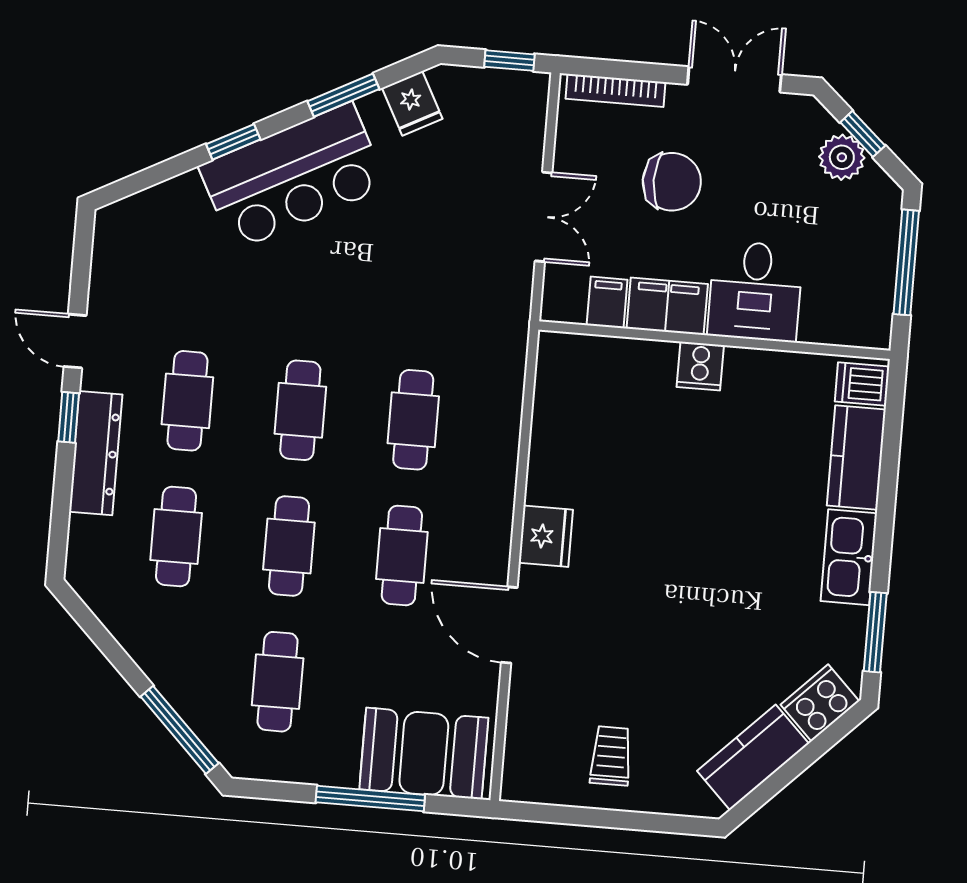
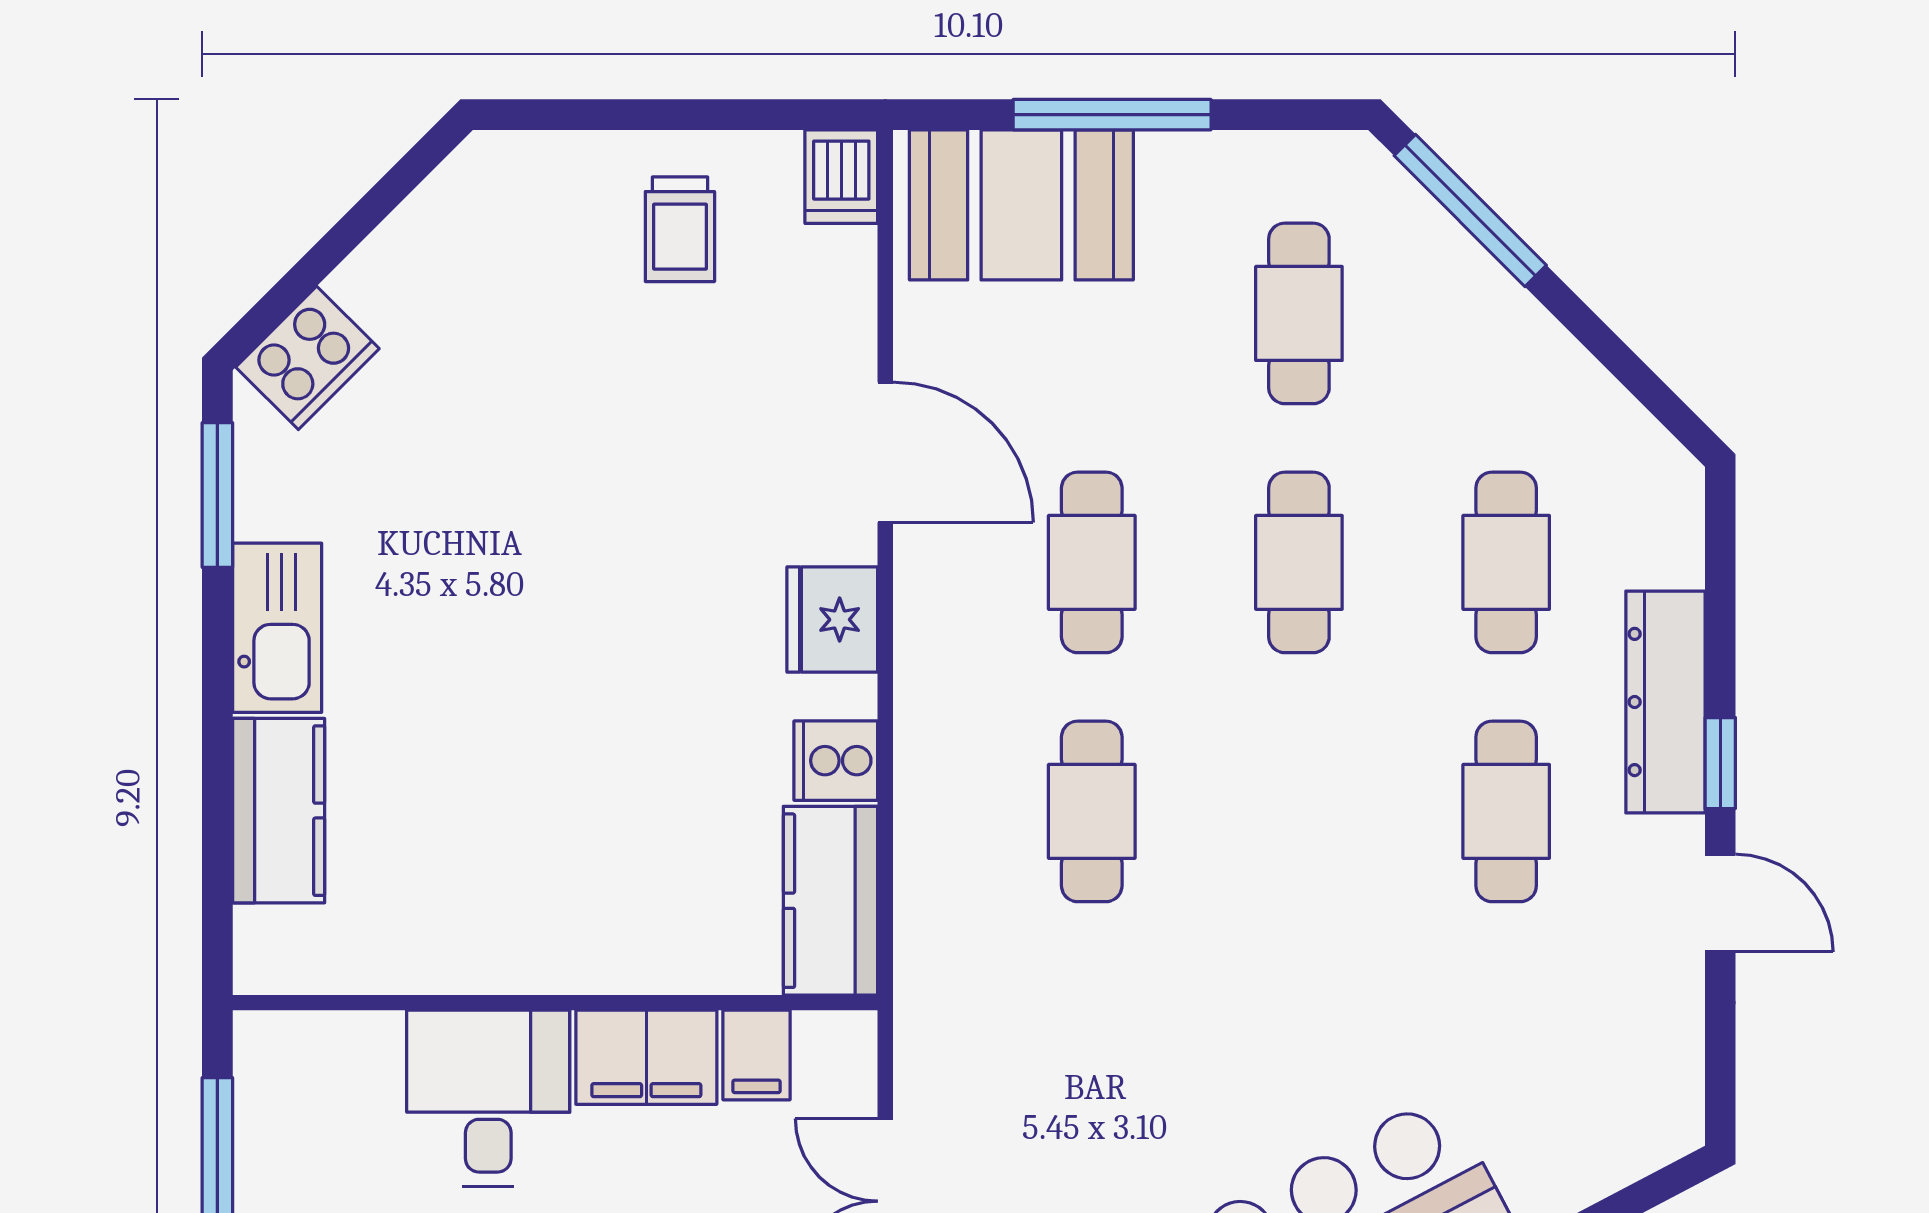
cooker: (700, 366) -> (836, 761), moved, turned -90
dishwasher: (862, 384) -> (841, 177), moved, turned 90
cafe table: (300, 410) -> (1299, 811), removed
kitchen counter: (753, 757) -> (831, 901), moved, turned 135

